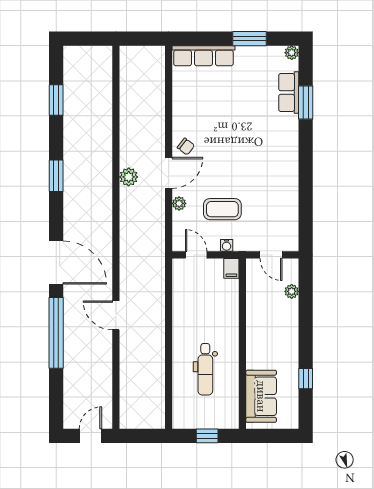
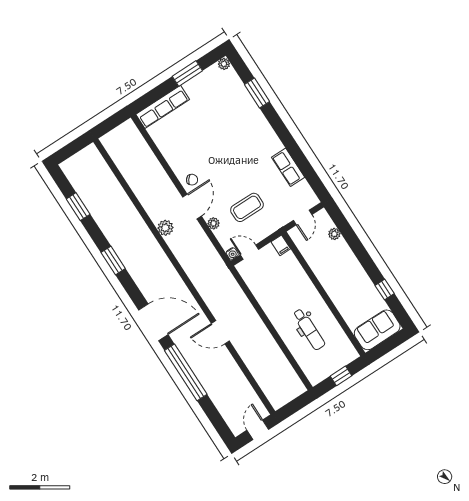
row of seats: (289, 93) -> (288, 167), moved
water cooler: (227, 245) -> (232, 254), moved
door: (271, 255) -> (303, 217), hinge flipped
sofa: (261, 396) -> (377, 330), moved, turned -90

